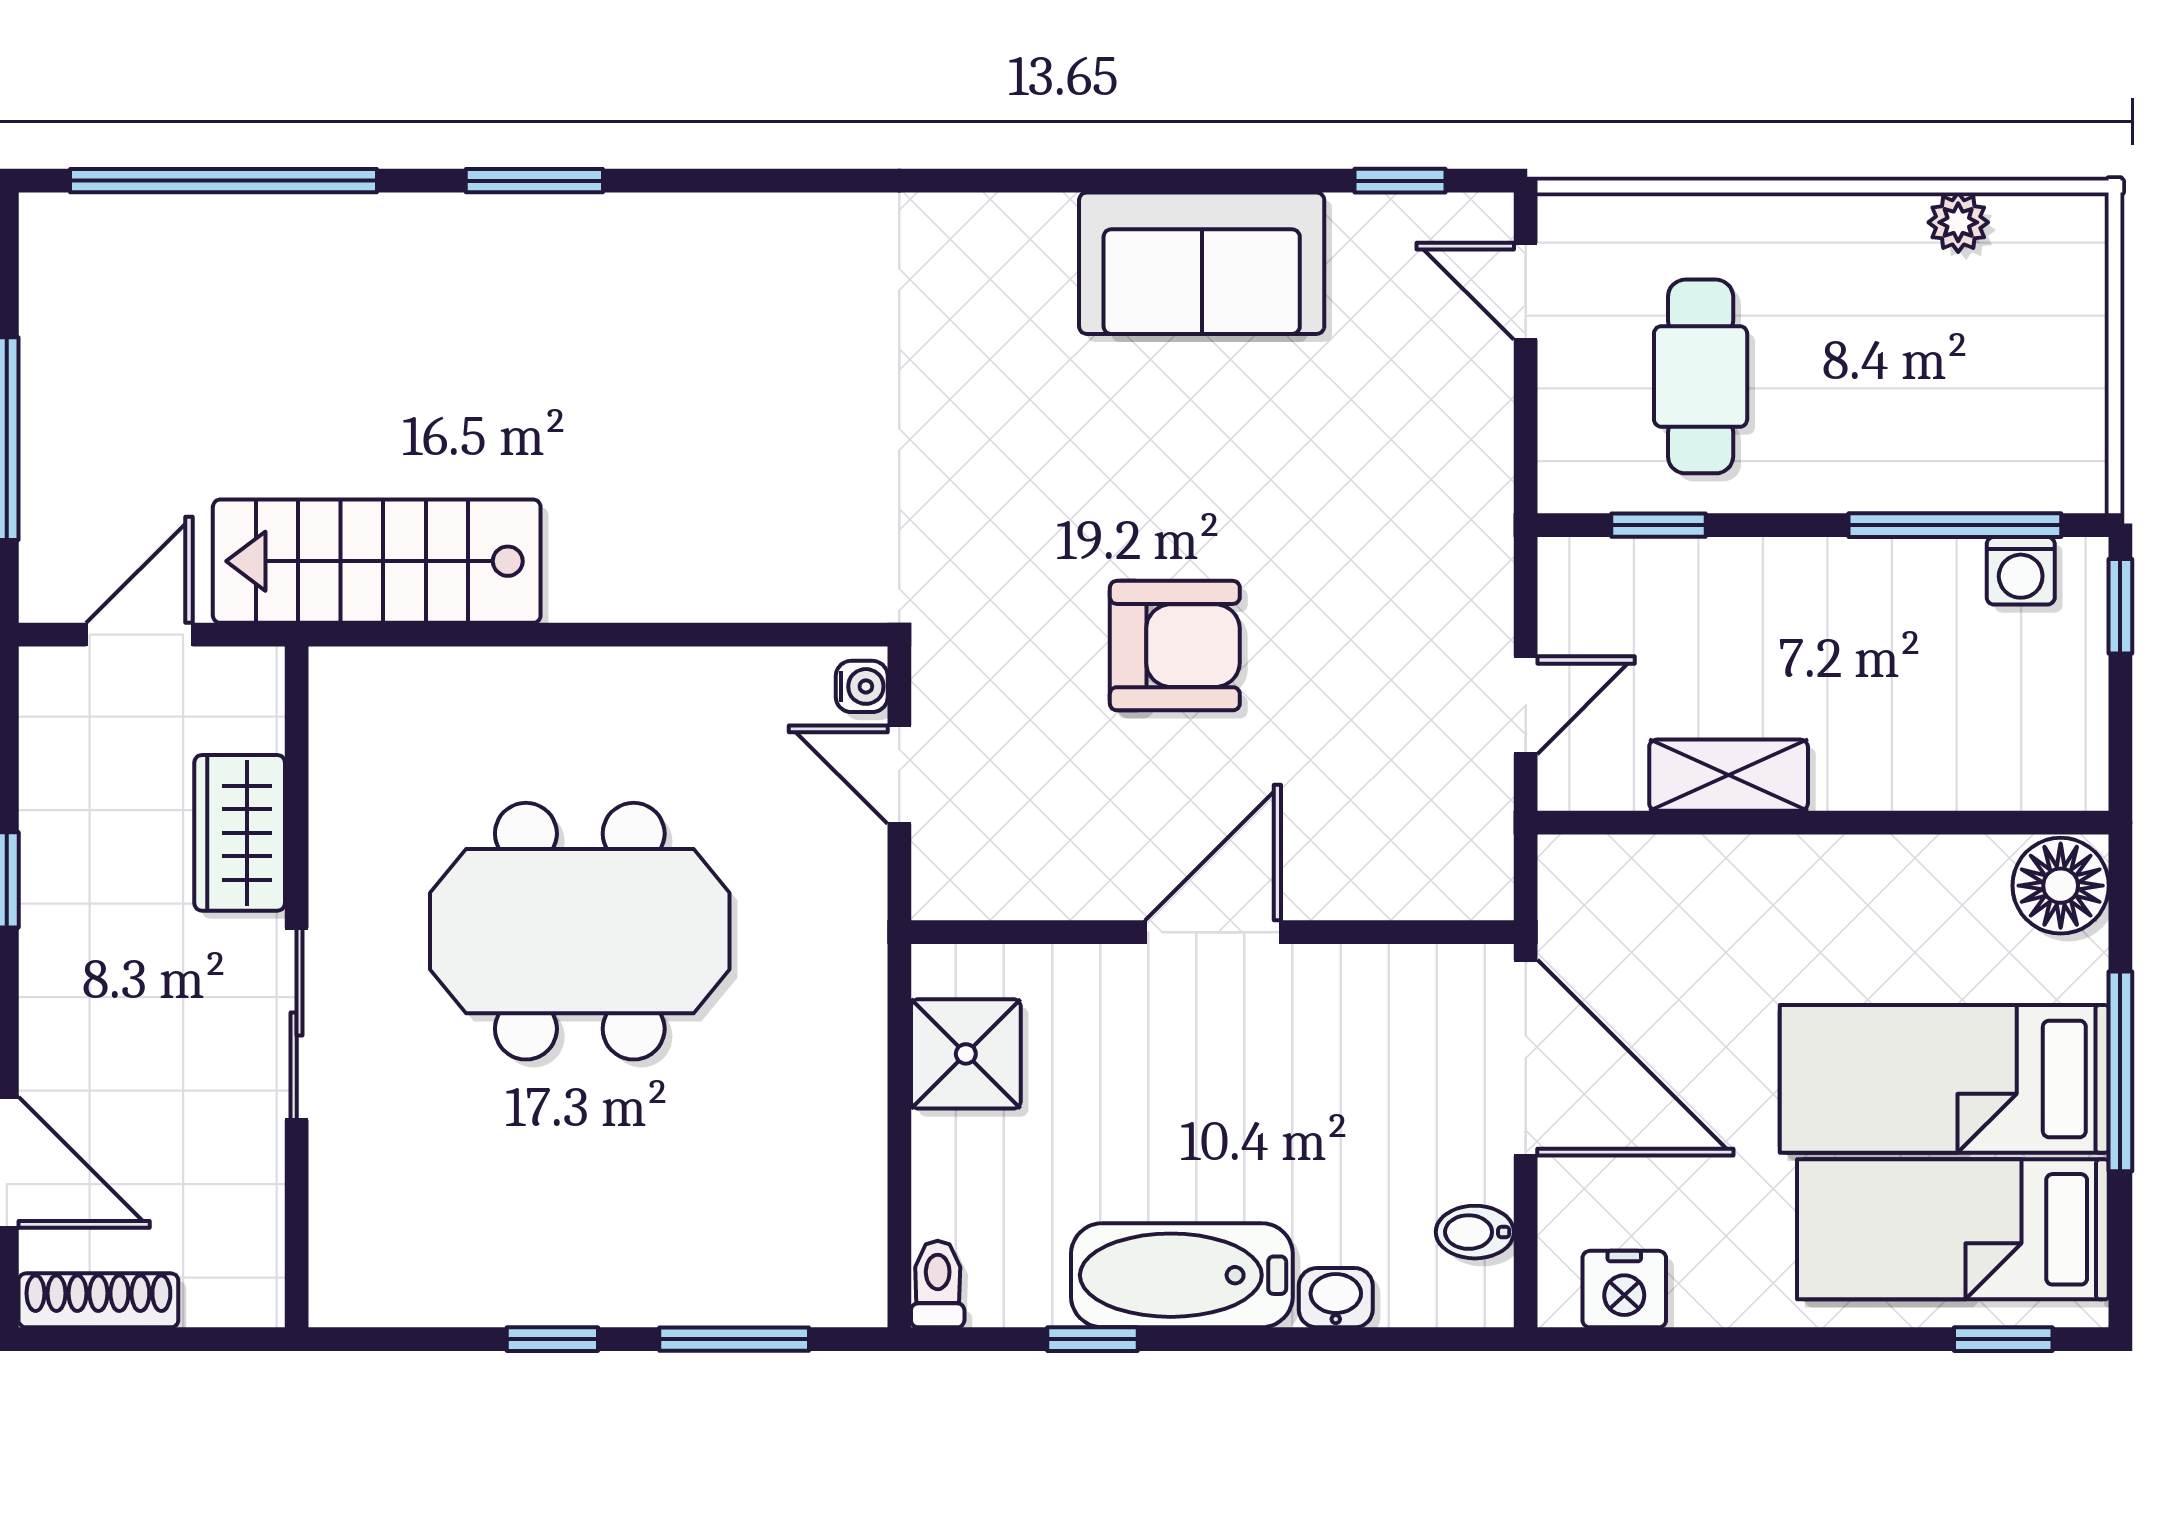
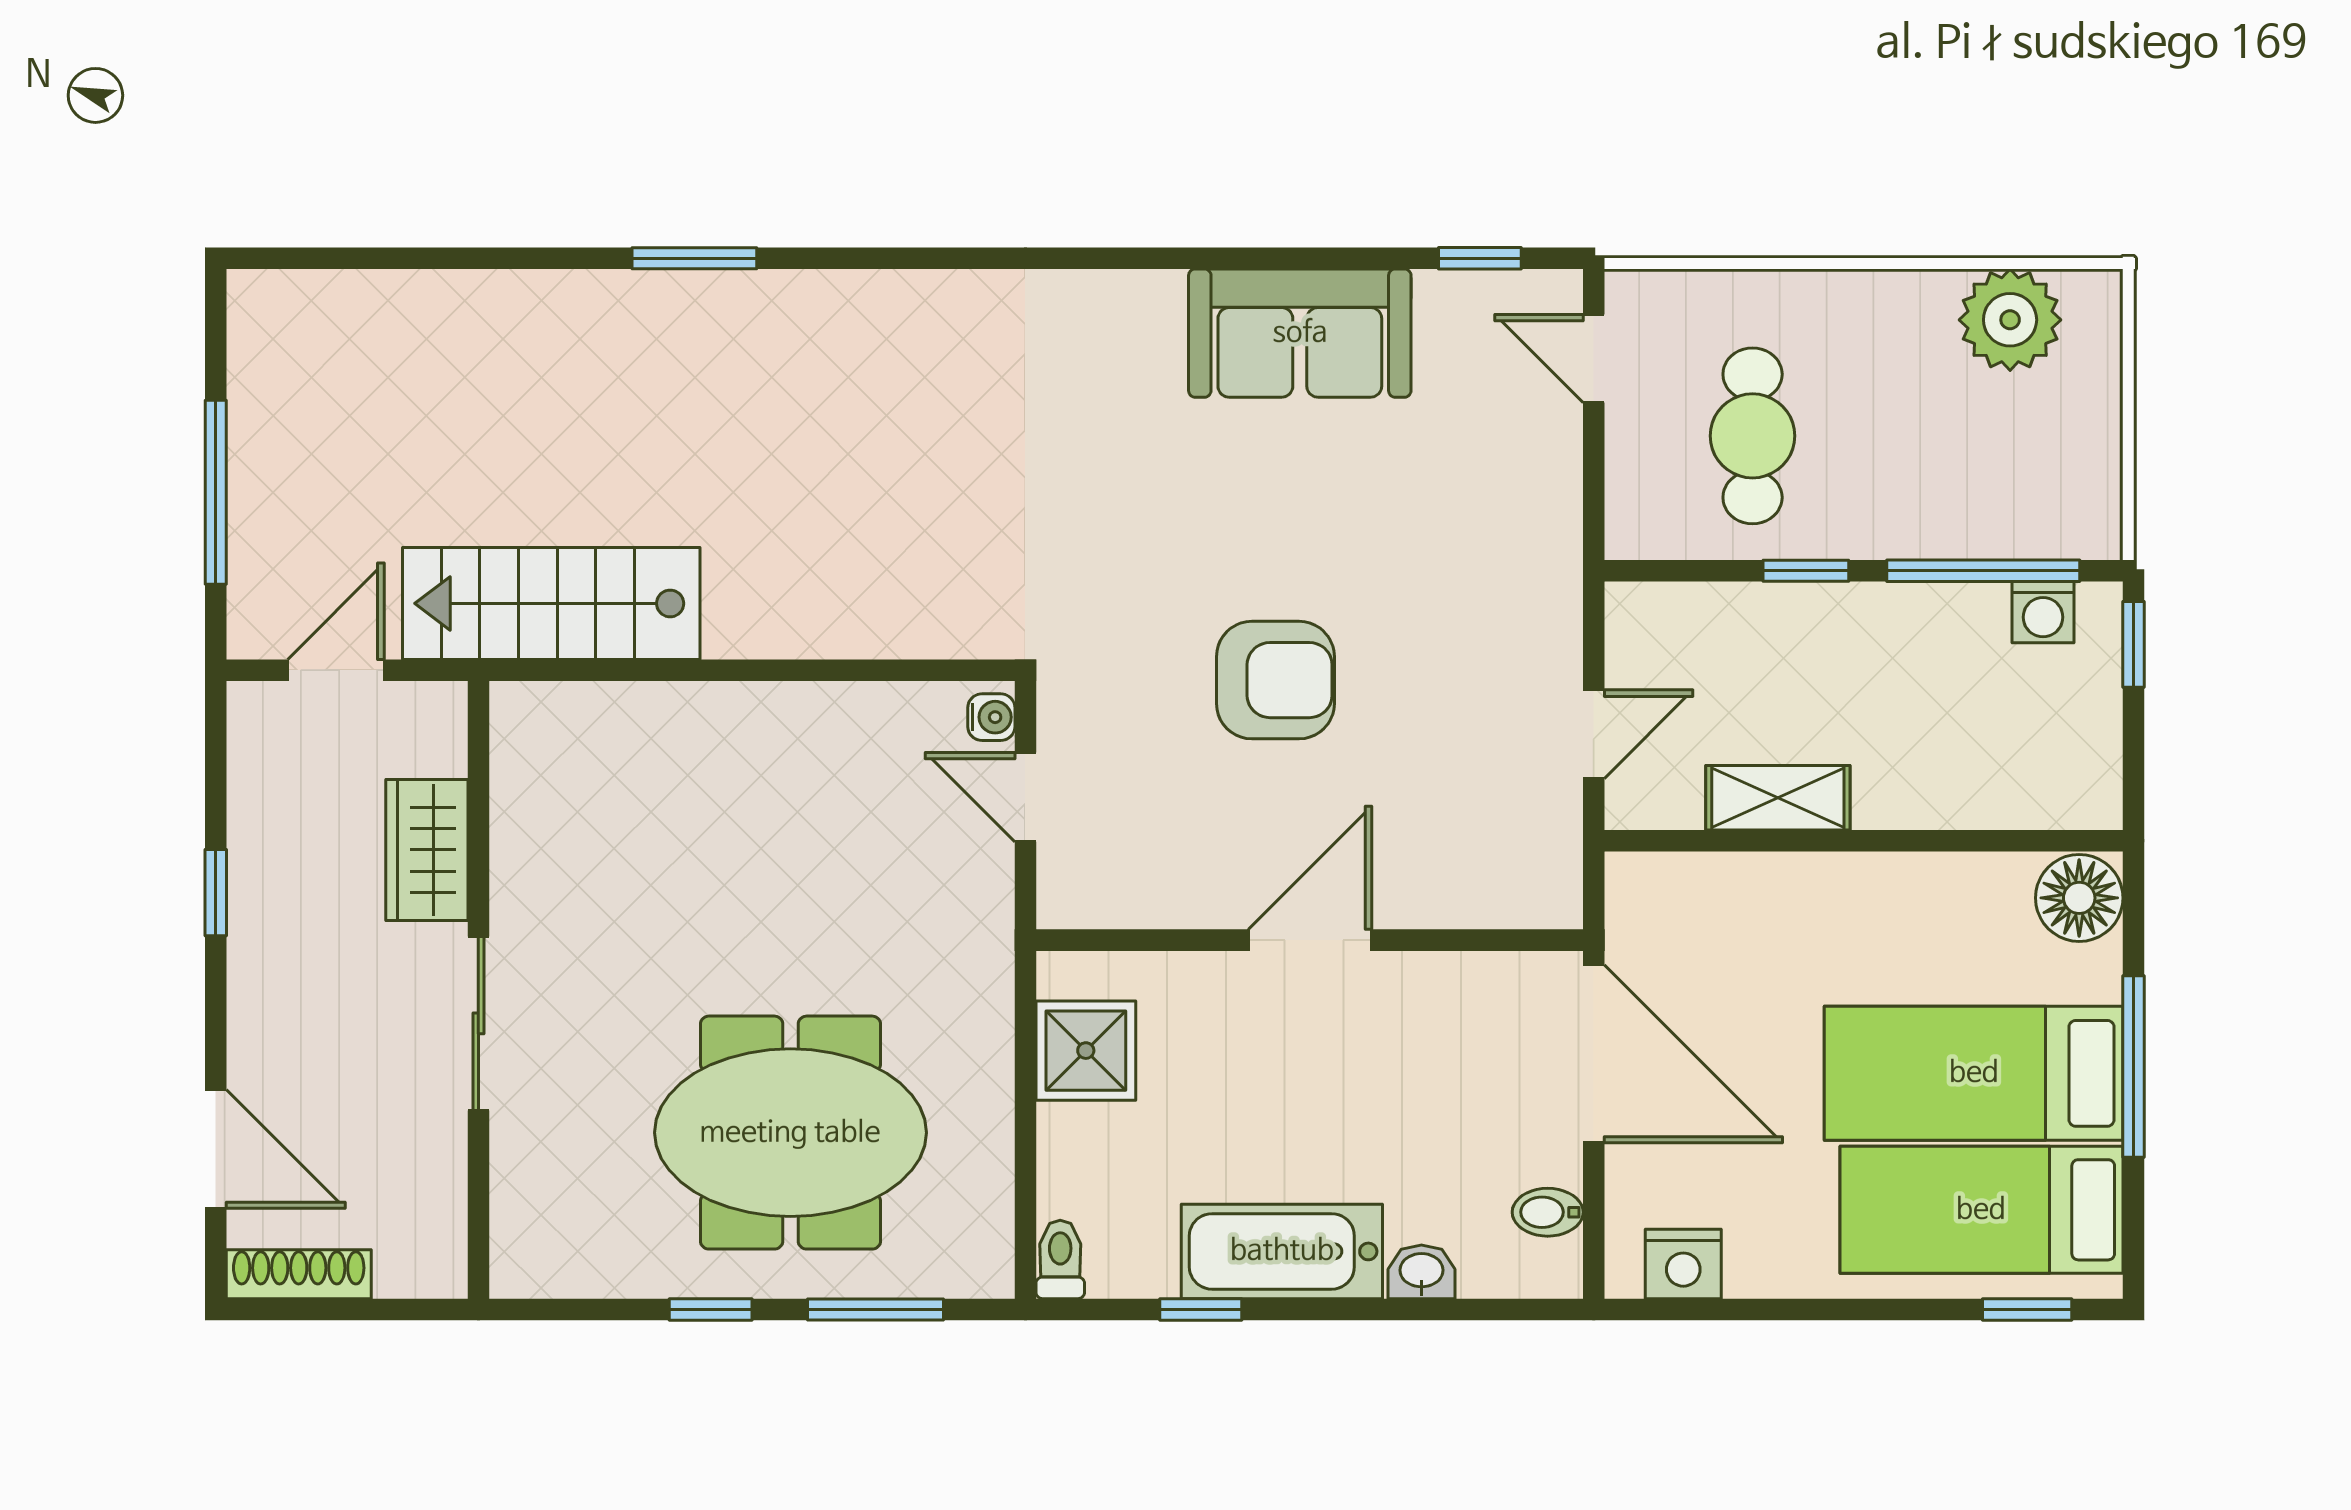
window: (224, 181) -> (412, 258), removed
plant: (1958, 222) -> (2010, 320), width x1.87, depth x1.87
window: (1659, 525) -> (1806, 571), moved
meeting table: (580, 931) -> (790, 1133), moved

